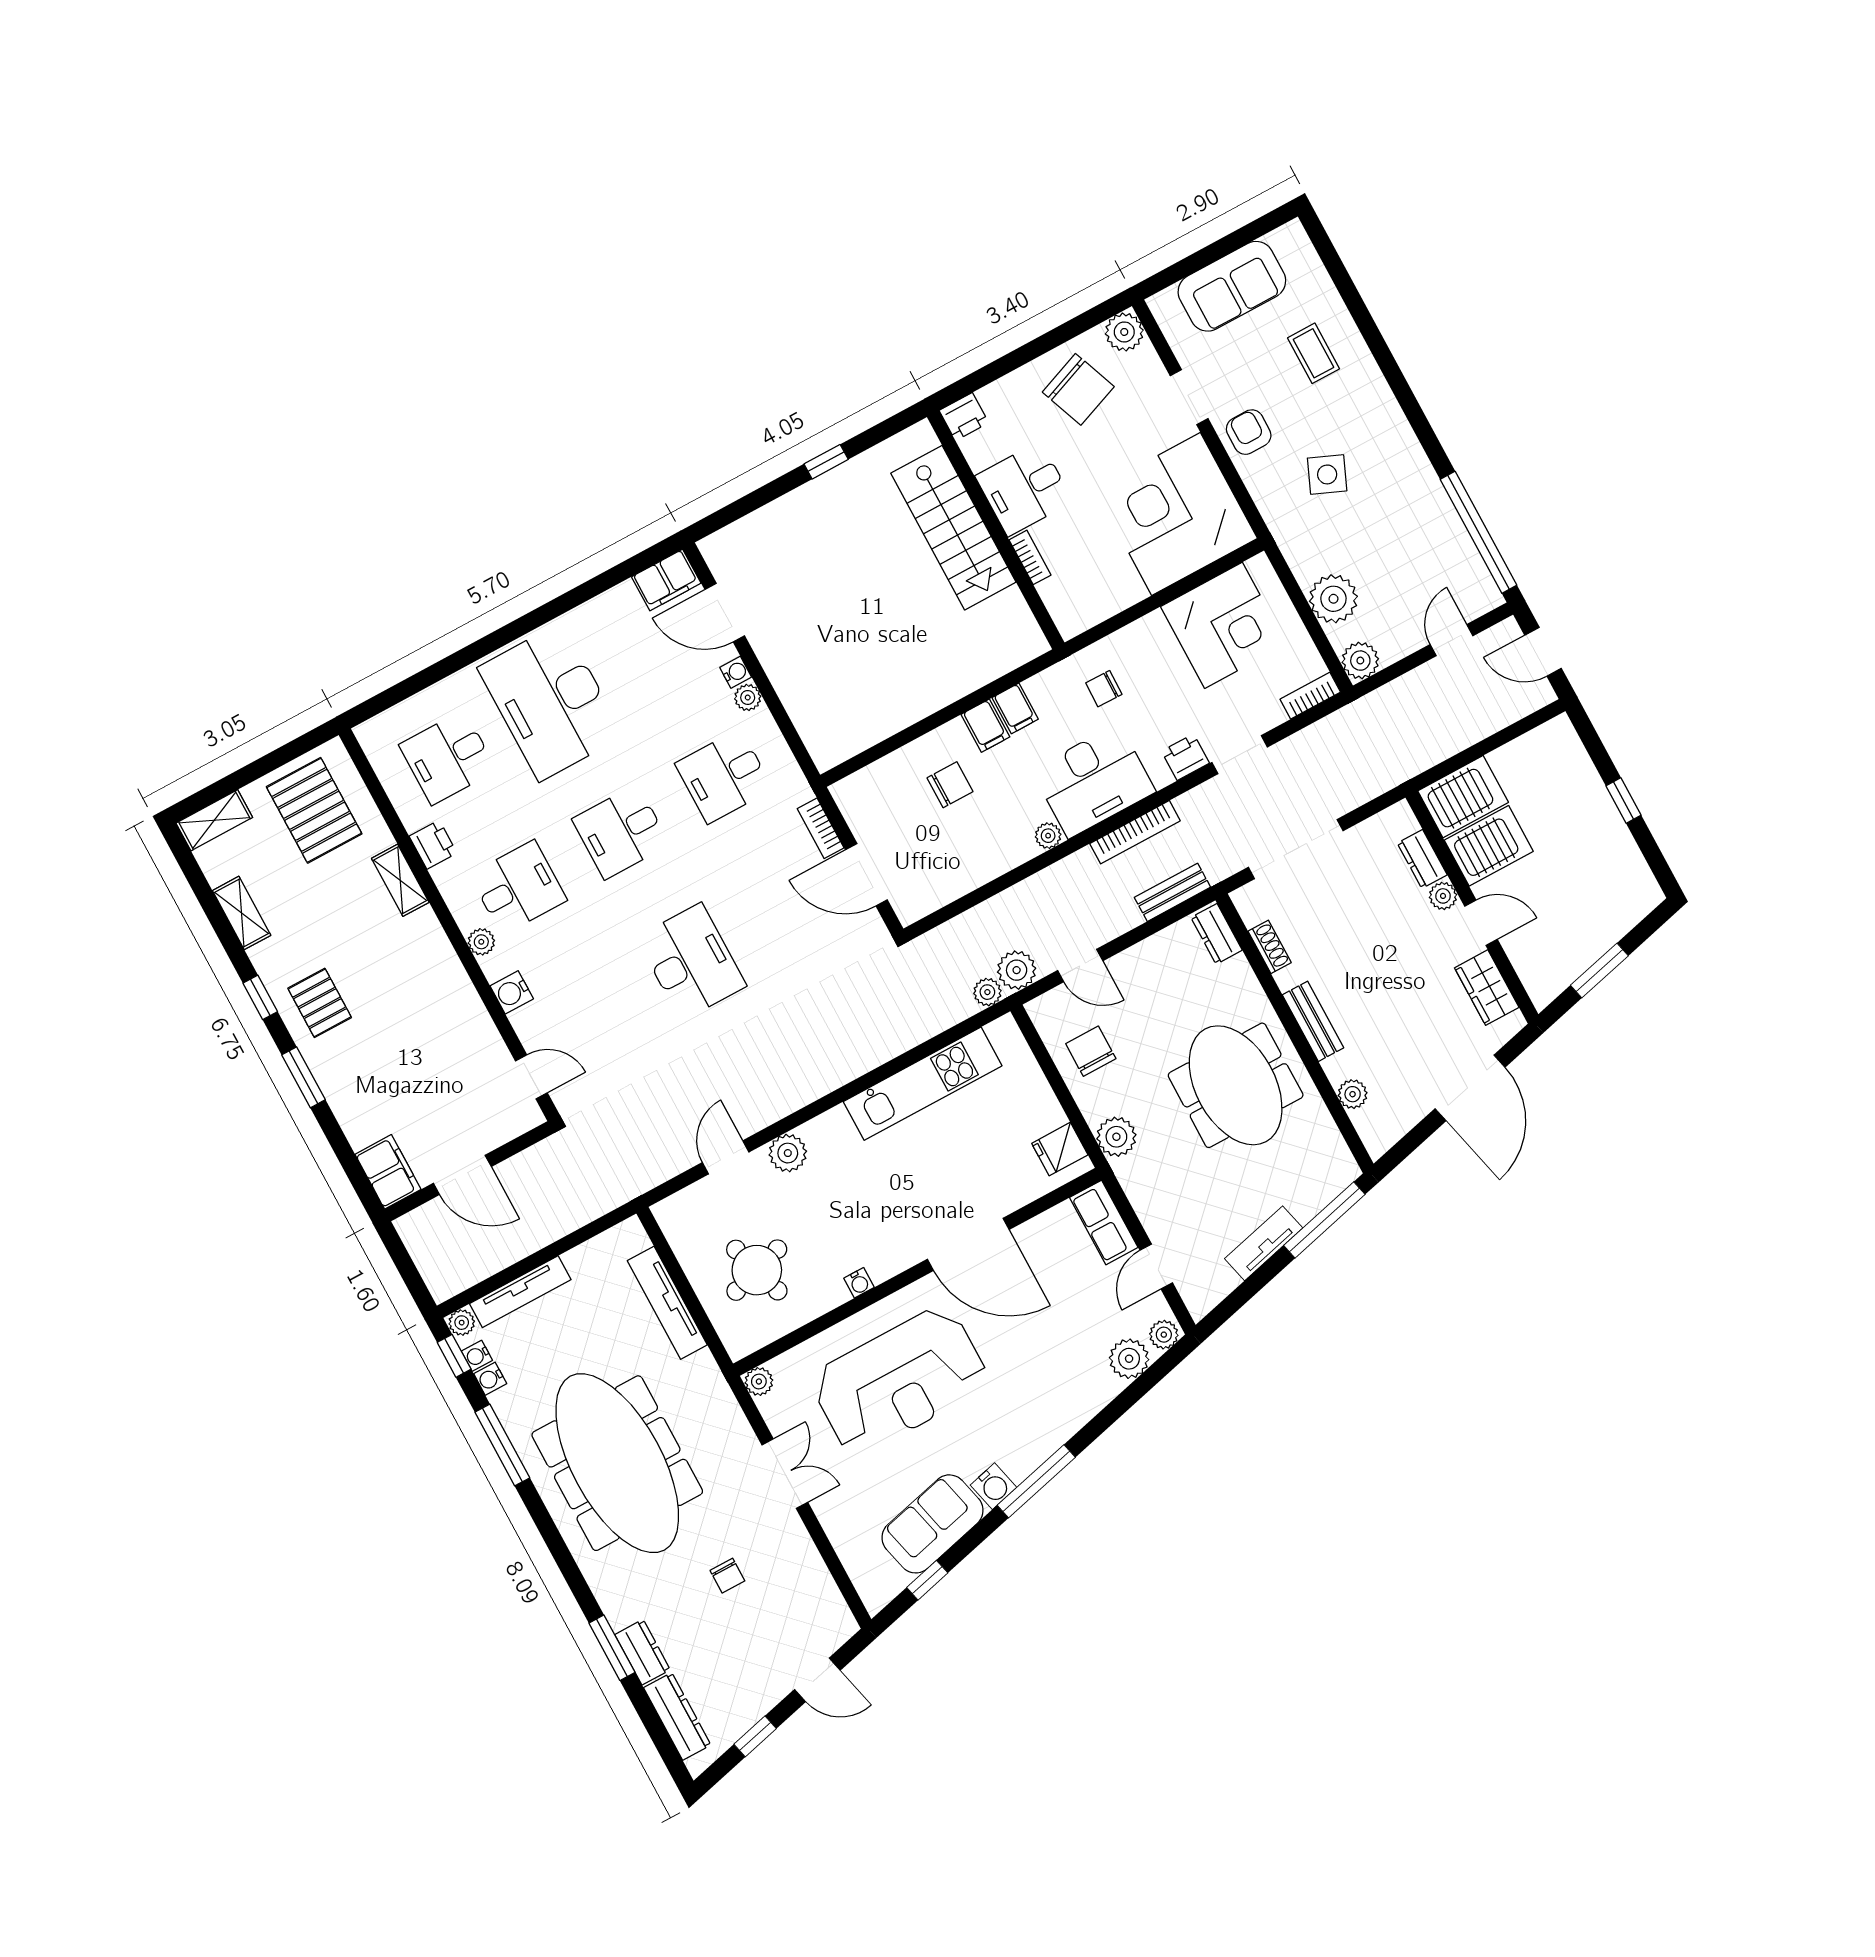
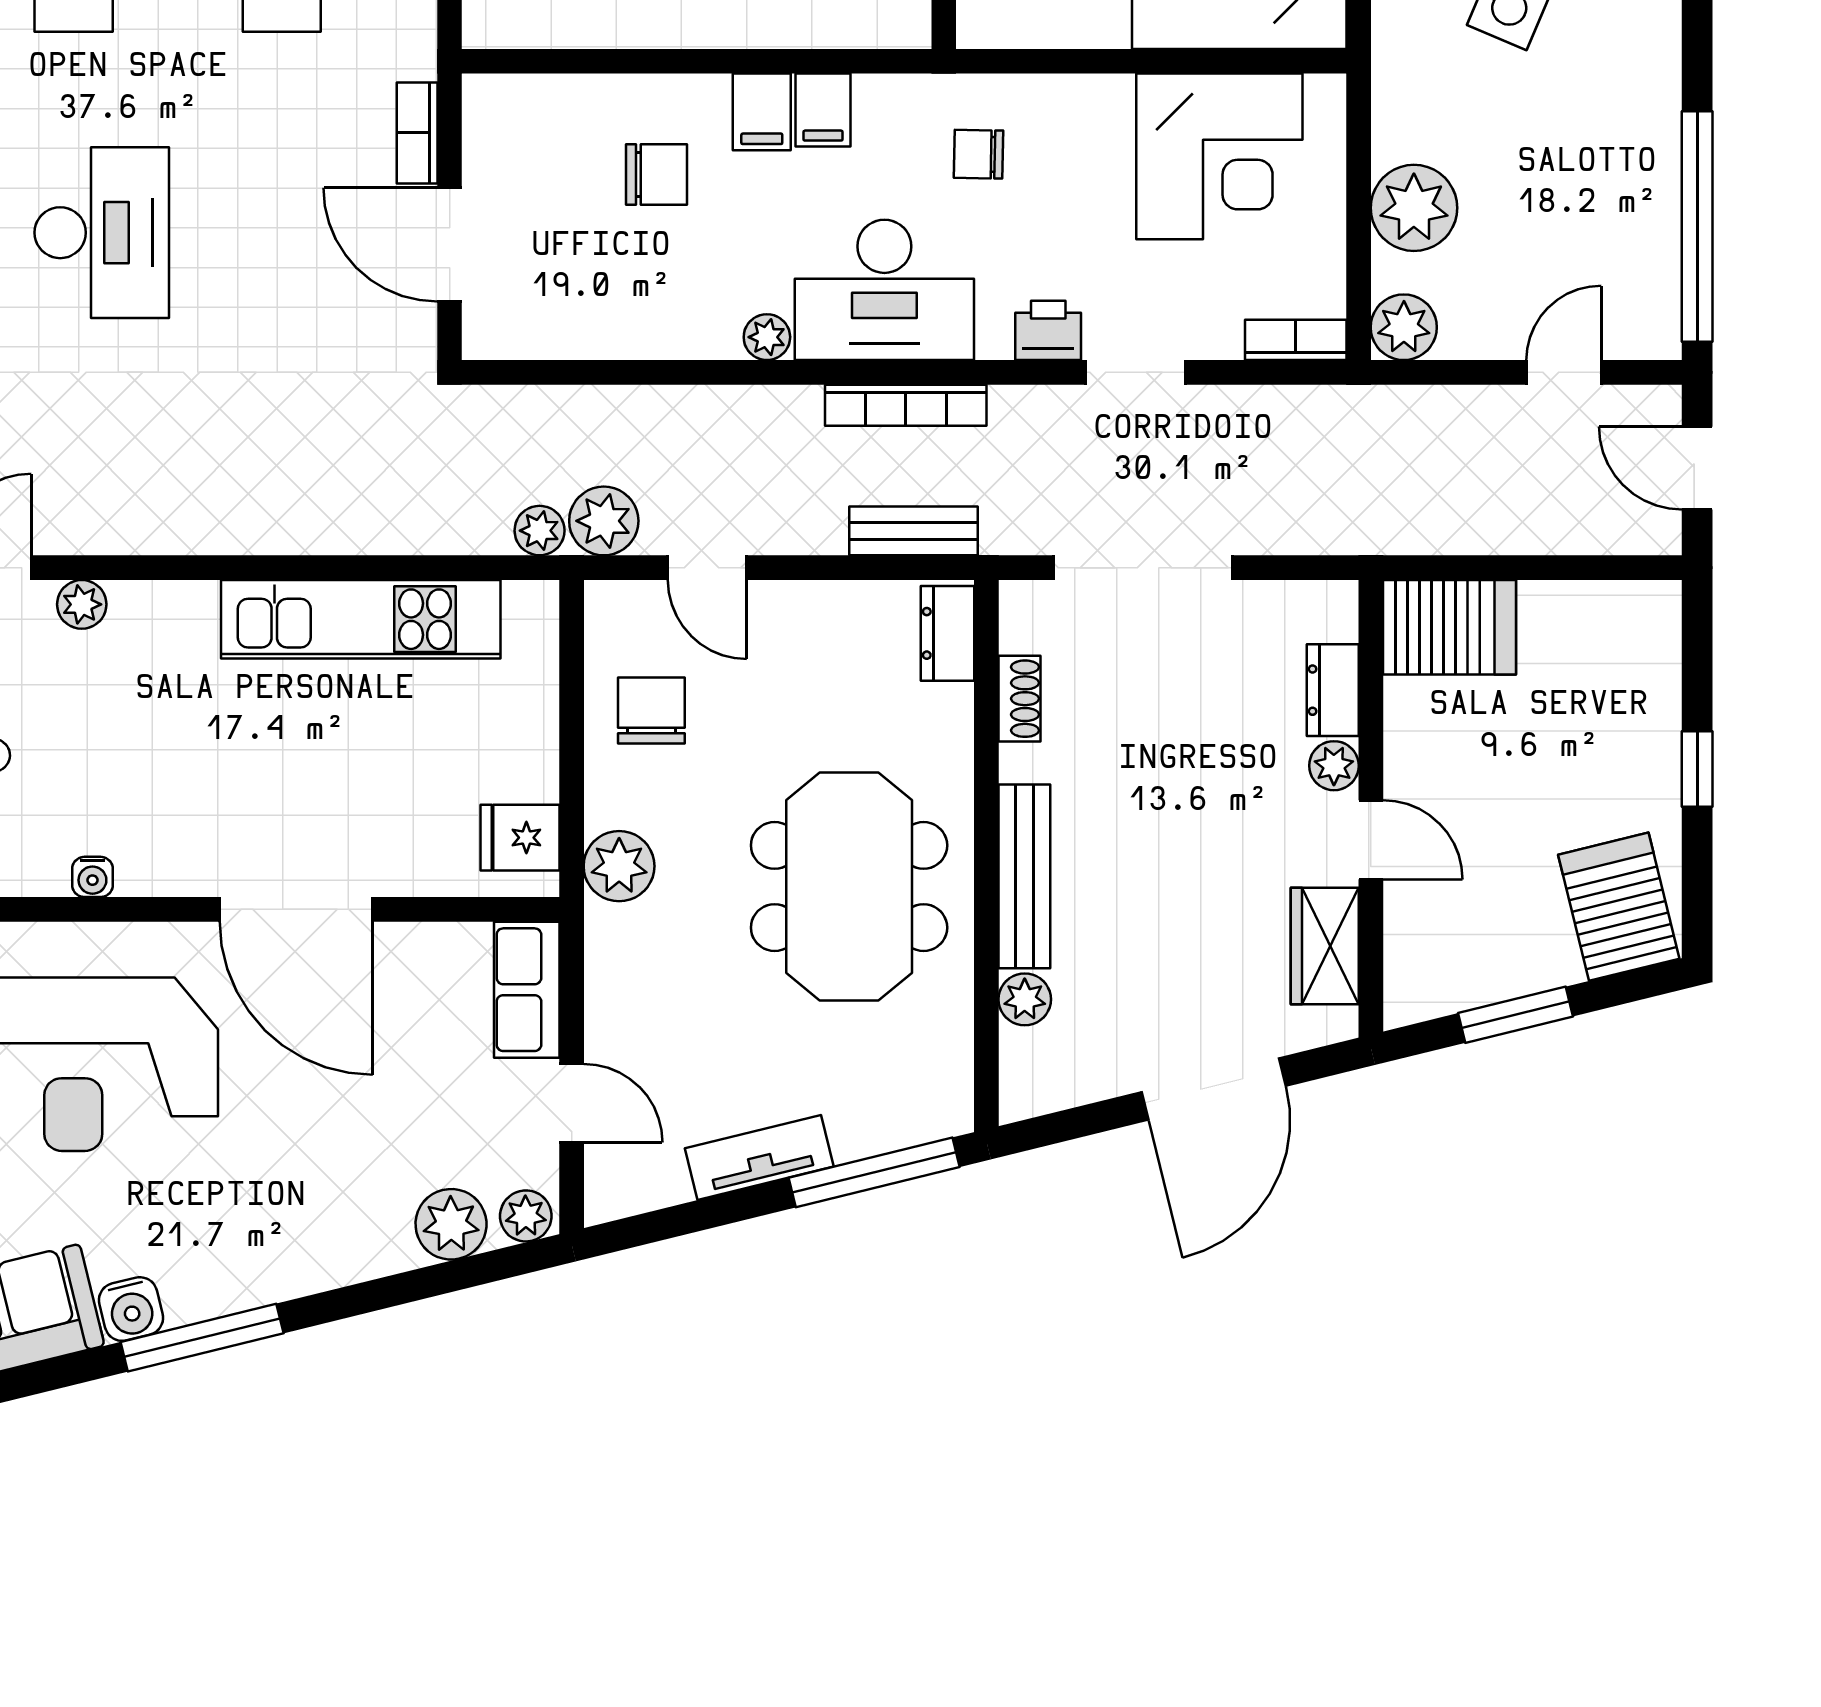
server rack: (1489, 846) -> (1619, 907), moved, turned -104
bench: (1313, 1021) -> (1024, 876), width x1.36
plant: (788, 1153) -> (82, 604), width x0.73, depth x0.73
door: (1156, 1267) -> (572, 1103), swing flipped

